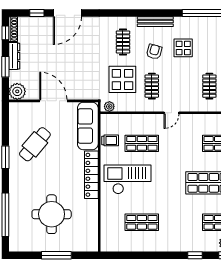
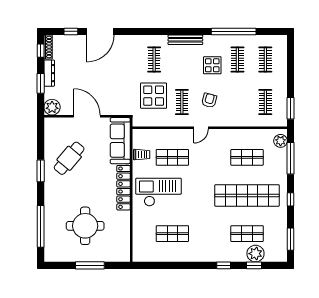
armchair: (154, 52) -> (209, 100), moved
clothes rail: (209, 86) -> (237, 60), moved
plant: (109, 106) -> (141, 122), removed

